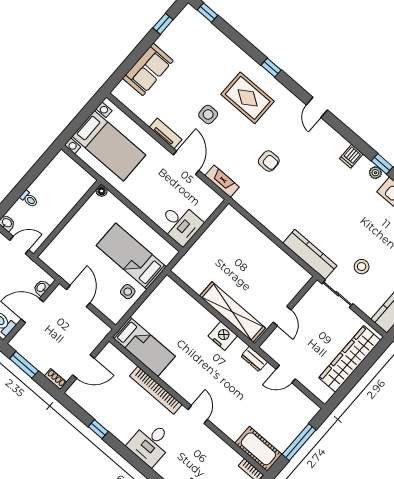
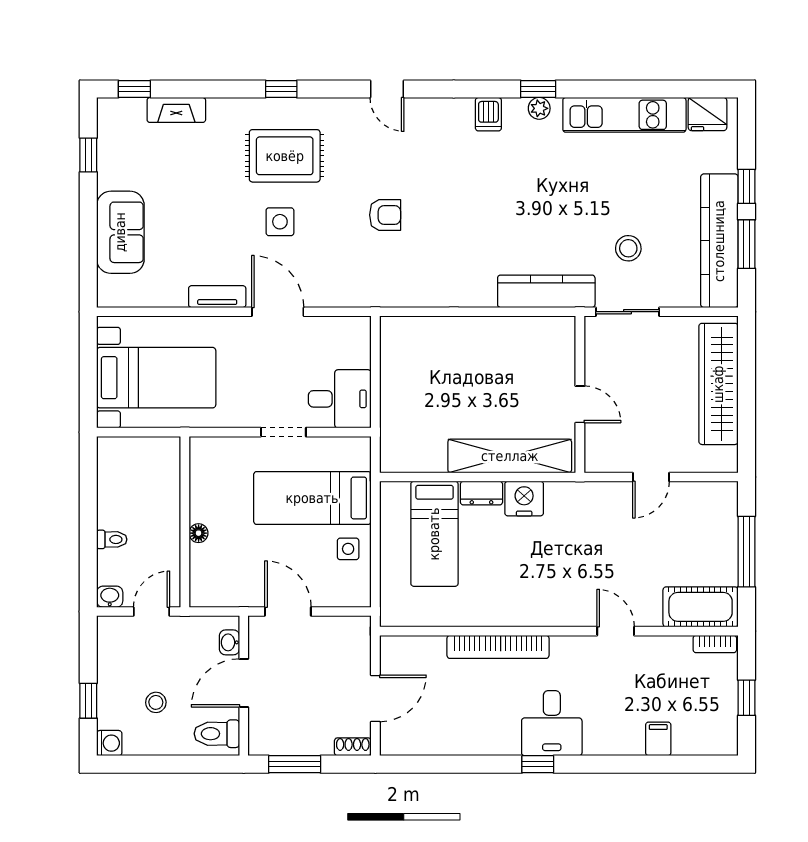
side table: (208, 114) -> (280, 222), moved
fireplace: (222, 181) -> (176, 110), moved, turned 180
floor lamp: (102, 191) -> (199, 533), moved
doorway: (143, 217) -> (283, 432), added
bed: (144, 347) -> (434, 534), moved, turned 90
dresser: (254, 359) -> (481, 493), moved
door: (198, 414) -> (616, 631), moved
window: (98, 429) -> (538, 764), moved

